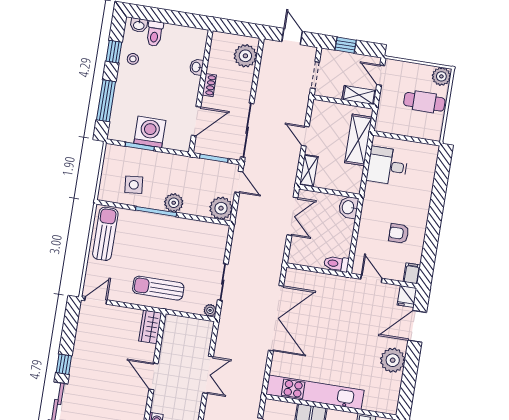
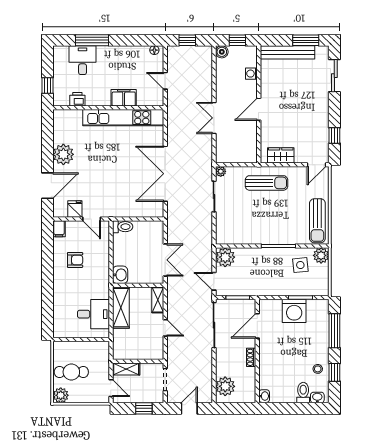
door: (292, 37) -> (189, 408), swing flipped
washbasin: (196, 67) -> (264, 396), moved
shelving: (358, 140) -> (121, 308), moved
plant: (174, 203) -> (321, 255), moved
double door: (292, 216) -> (165, 260), swing flipped
fridge: (407, 297) -> (75, 209), moved
wardrobe: (150, 327) -> (281, 155), moved, turned -90
window: (64, 364) -> (334, 136), moved
door: (153, 377) -> (259, 109), swing flipped

